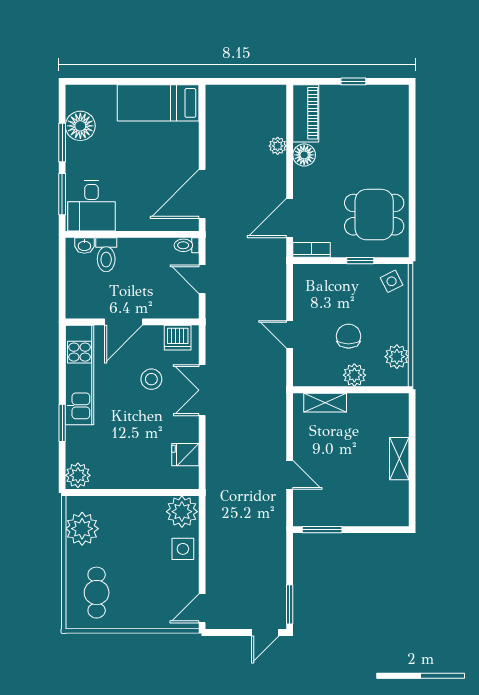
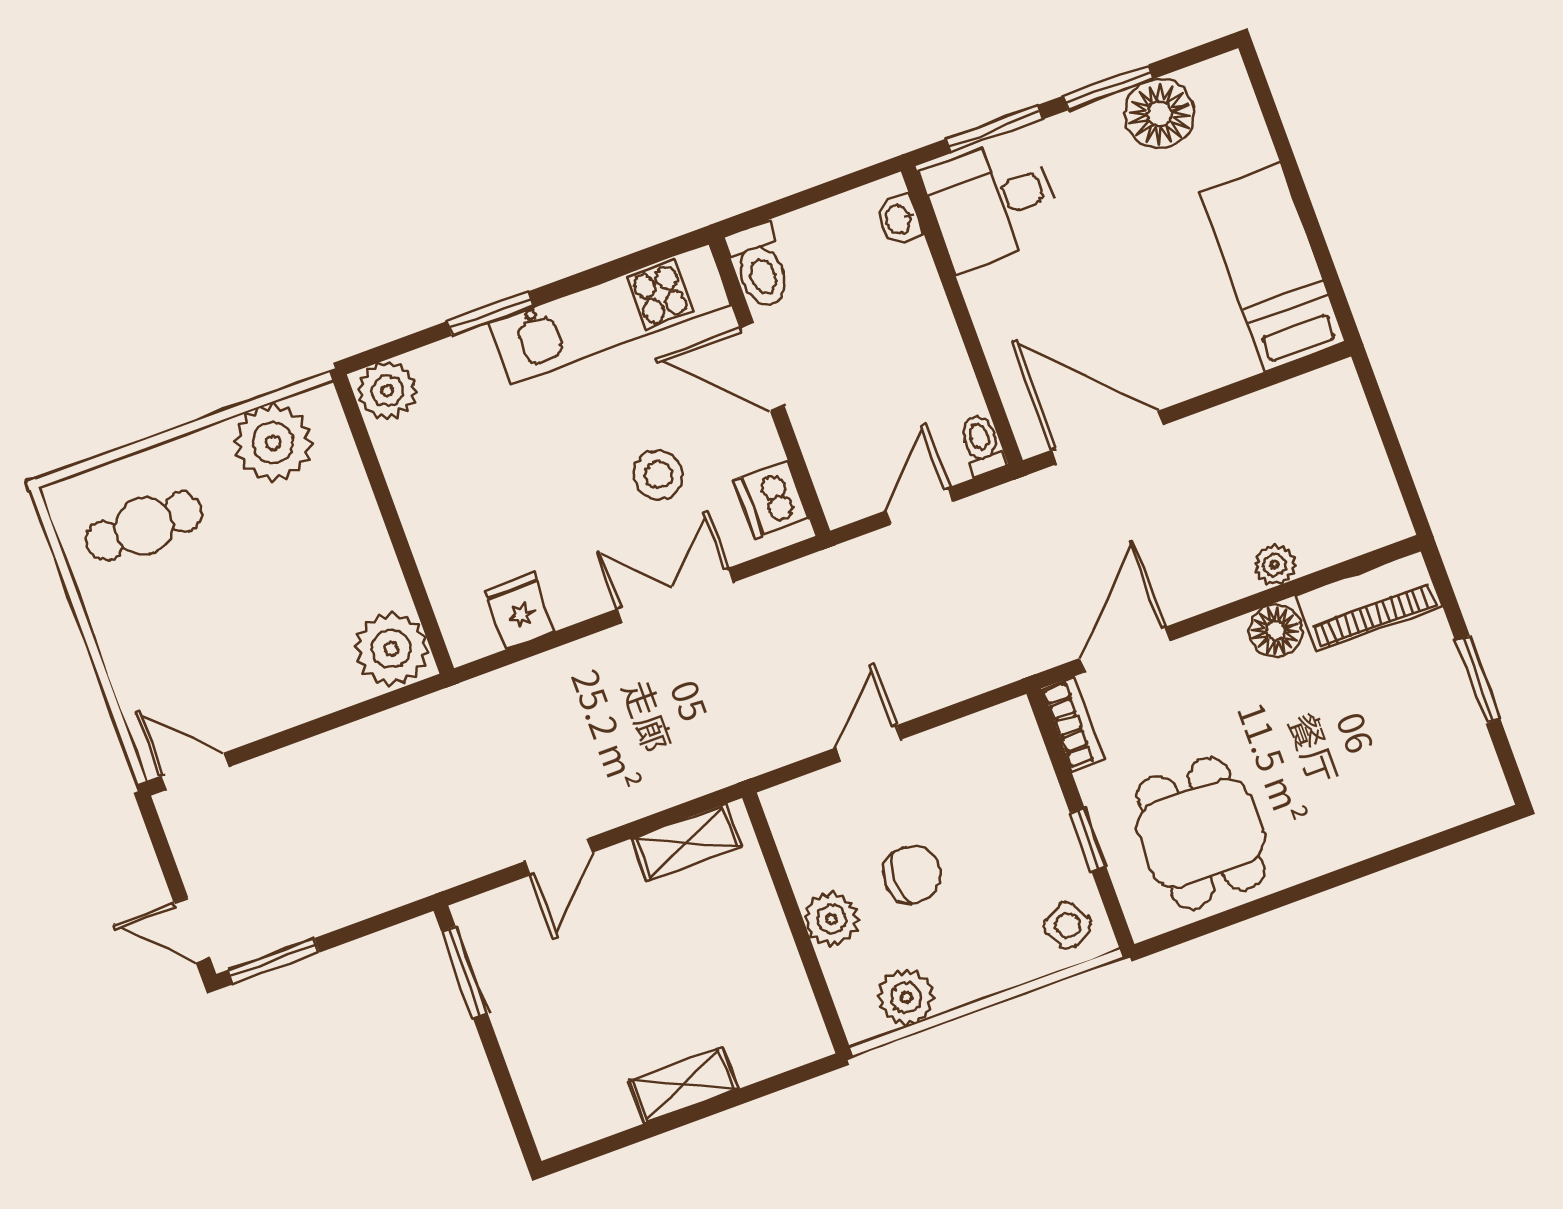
window: (353, 81) -> (1478, 680), width x1.50
door: (290, 218) -> (1125, 650), hinge flipped
toilet: (106, 255) -> (759, 266), moved, turned -90
shelving: (325, 403) -> (686, 842), moved, turned 90
side table: (183, 549) -> (310, 681), removed

